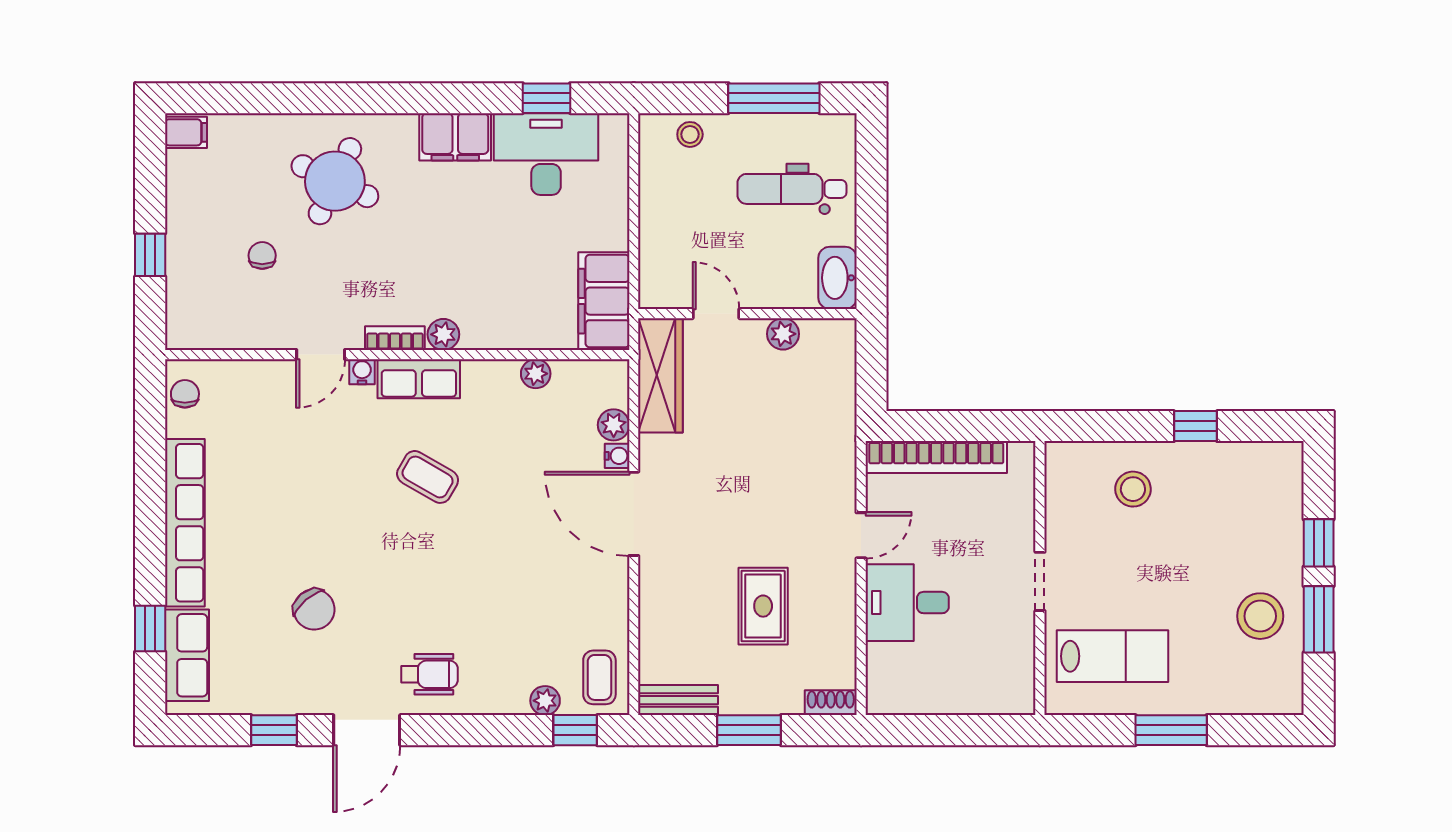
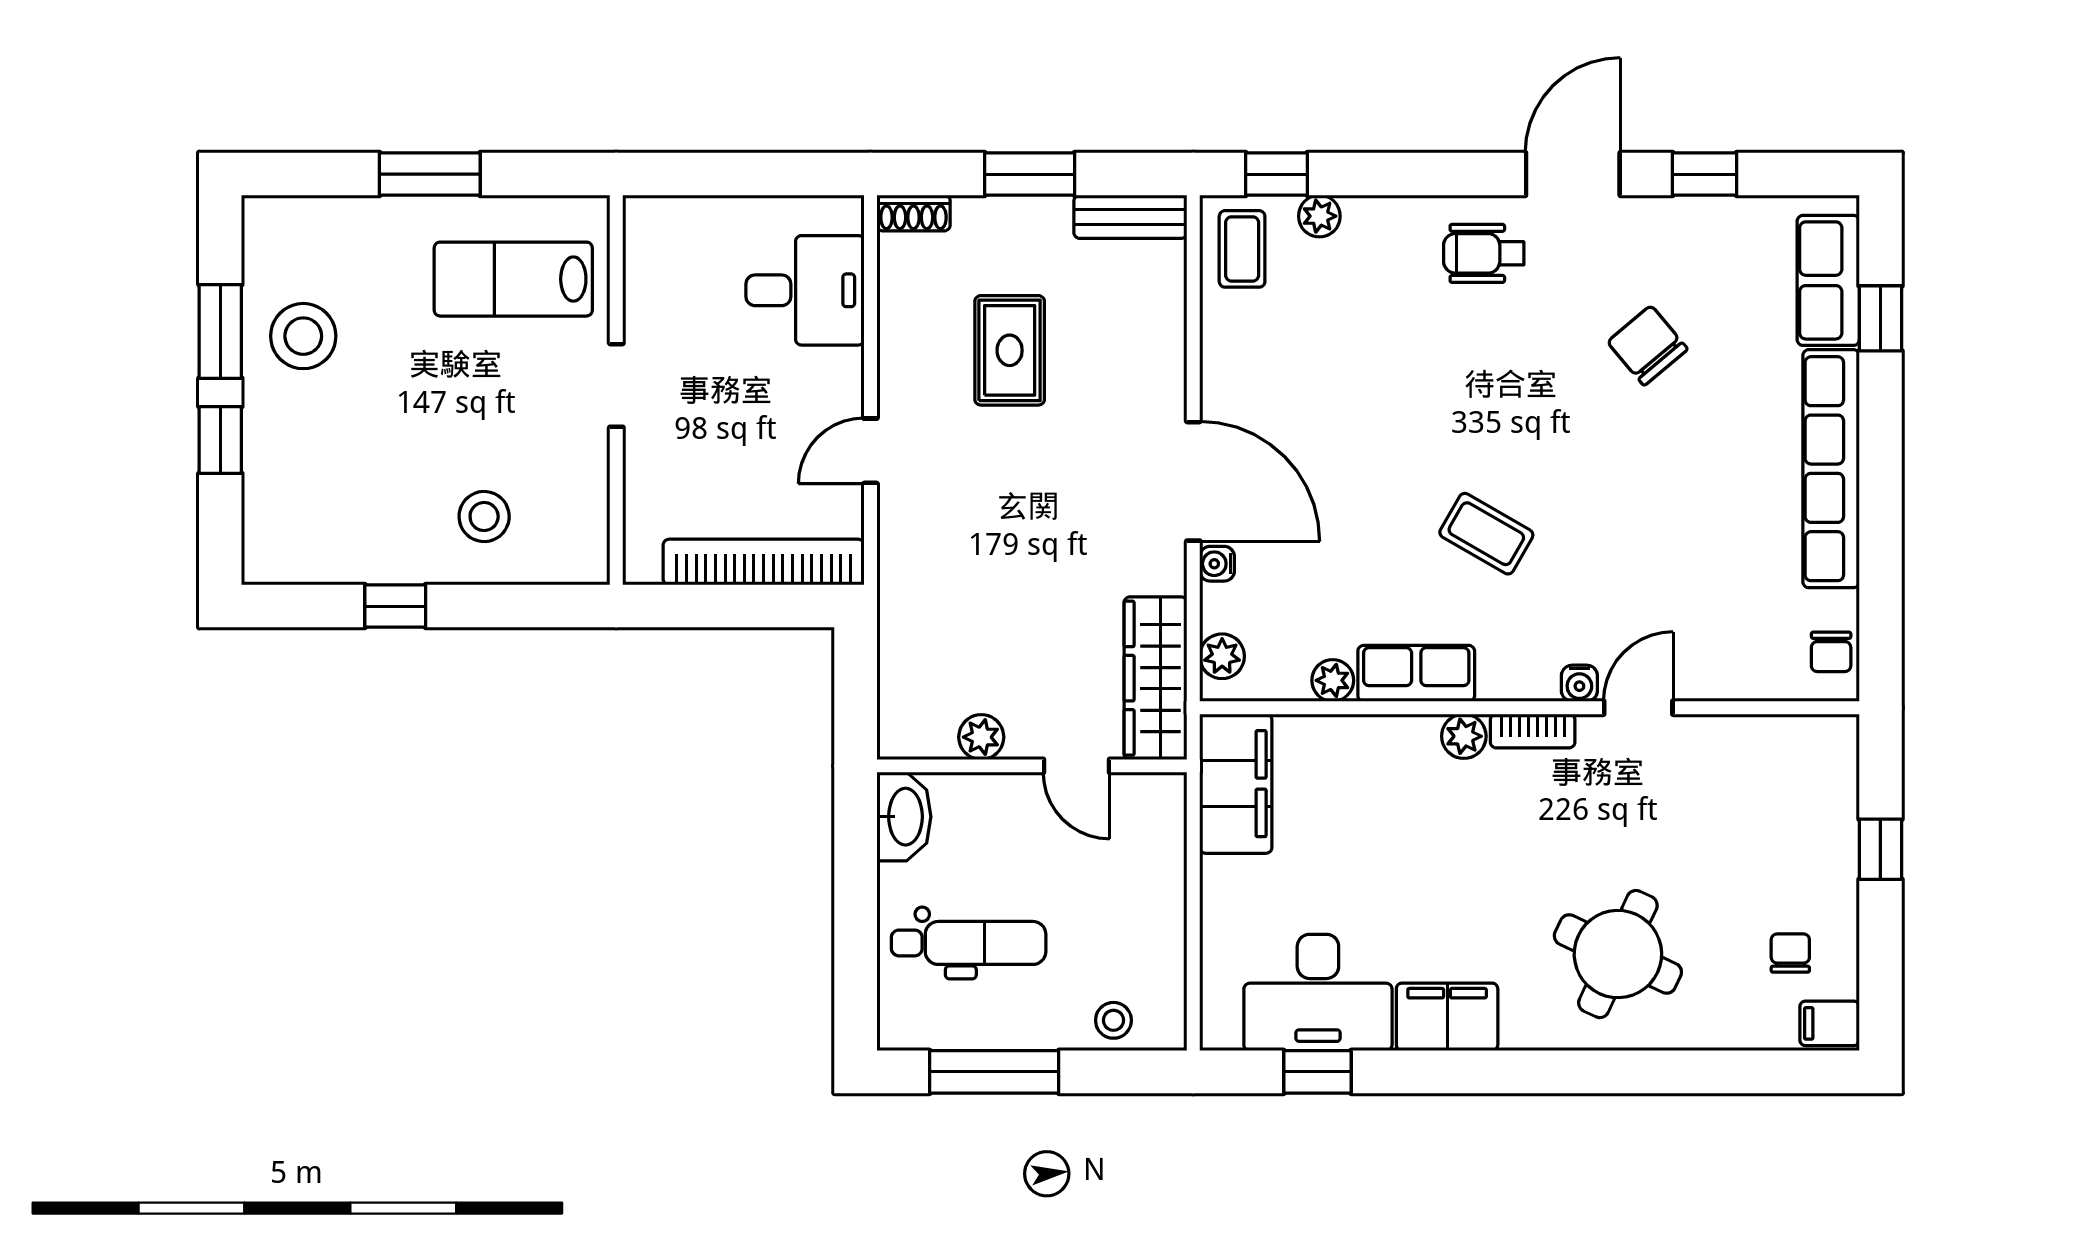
chair: (262, 255) -> (1790, 953), moved, turned 180
row of seats: (419, 379) -> (1416, 673), moved
plant: (614, 425) -> (1222, 656), moved
desk: (907, 603) -> (805, 290), moved

